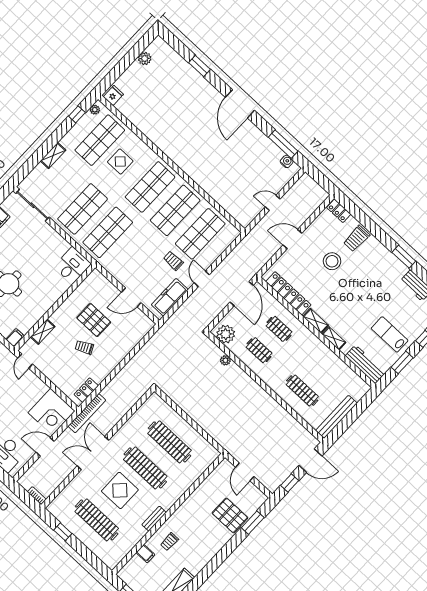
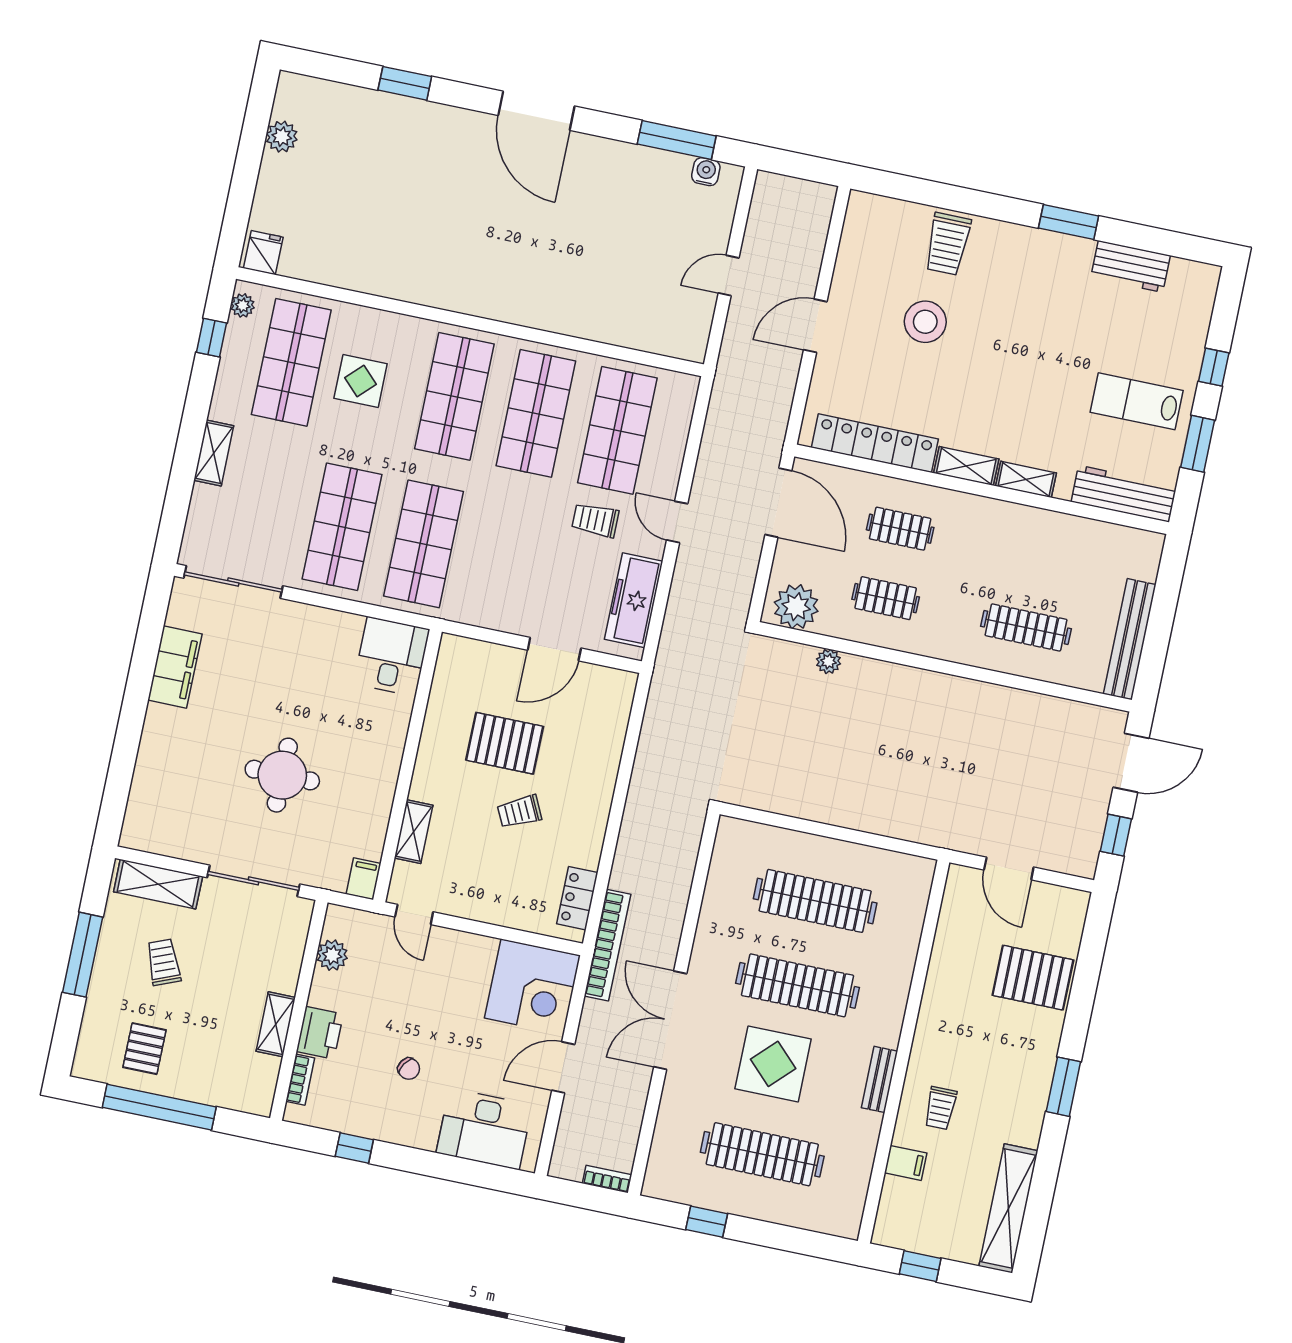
locker: (339, 211) -> (876, 209), removed
window: (253, 523) -> (1063, 1087), moved

